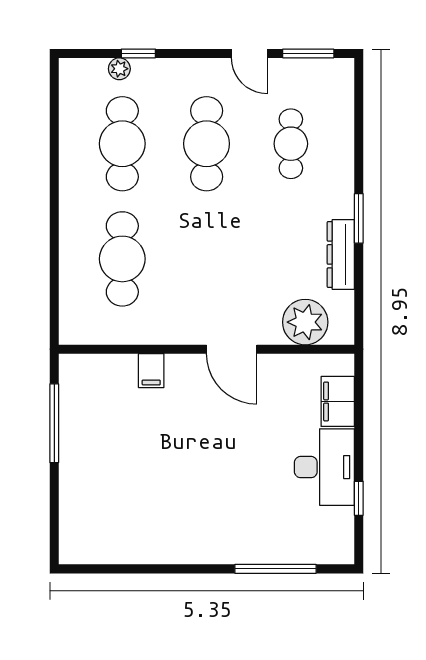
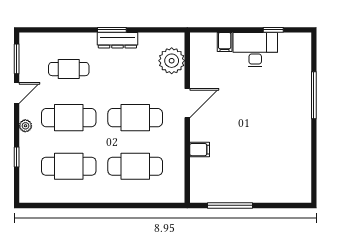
plant: (119, 69) -> (25, 126), moved
dresser: (341, 254) -> (117, 40), moved
cafe table: (207, 259) -> (135, 118), added
filing cabinet: (338, 401) -> (225, 42), width x0.50
window: (276, 569) -> (314, 95), moved

